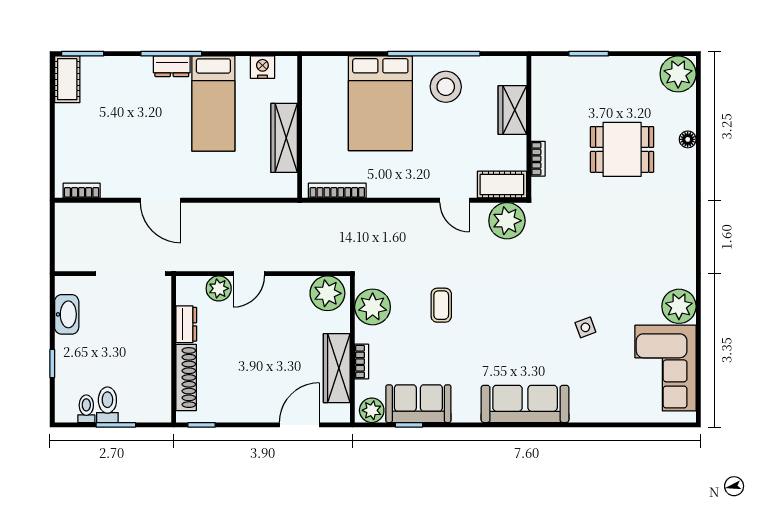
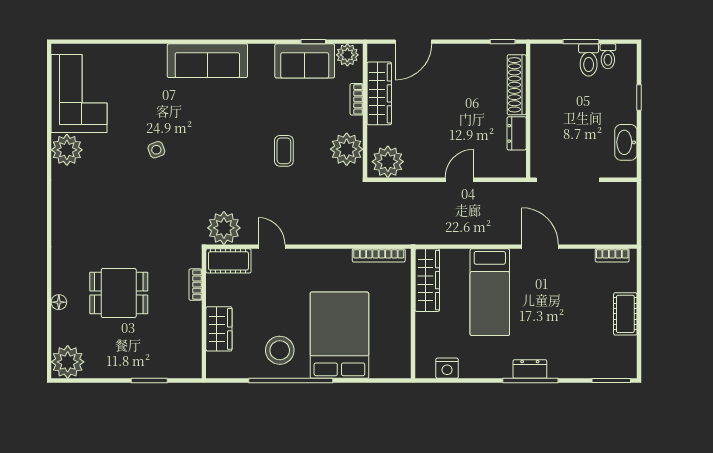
cot: (67, 79) -> (625, 314), moved
bed: (213, 104) -> (490, 292), moved, turned 180
wardrobe: (284, 138) -> (427, 280), moved
plant: (219, 288) -> (487, 166), removed
side table: (585, 327) -> (156, 150), moved

